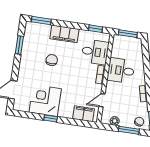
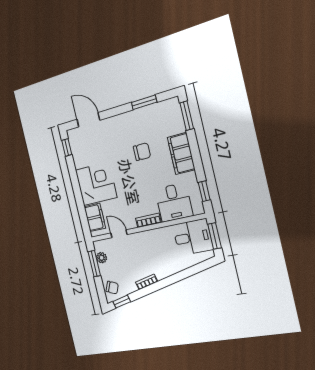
desk: (121, 71) -> (193, 237), moved, turned 90
corner desk: (45, 101) -> (96, 184), moved
window: (51, 118) -> (67, 147), moved
window: (129, 130) -> (94, 264), moved

